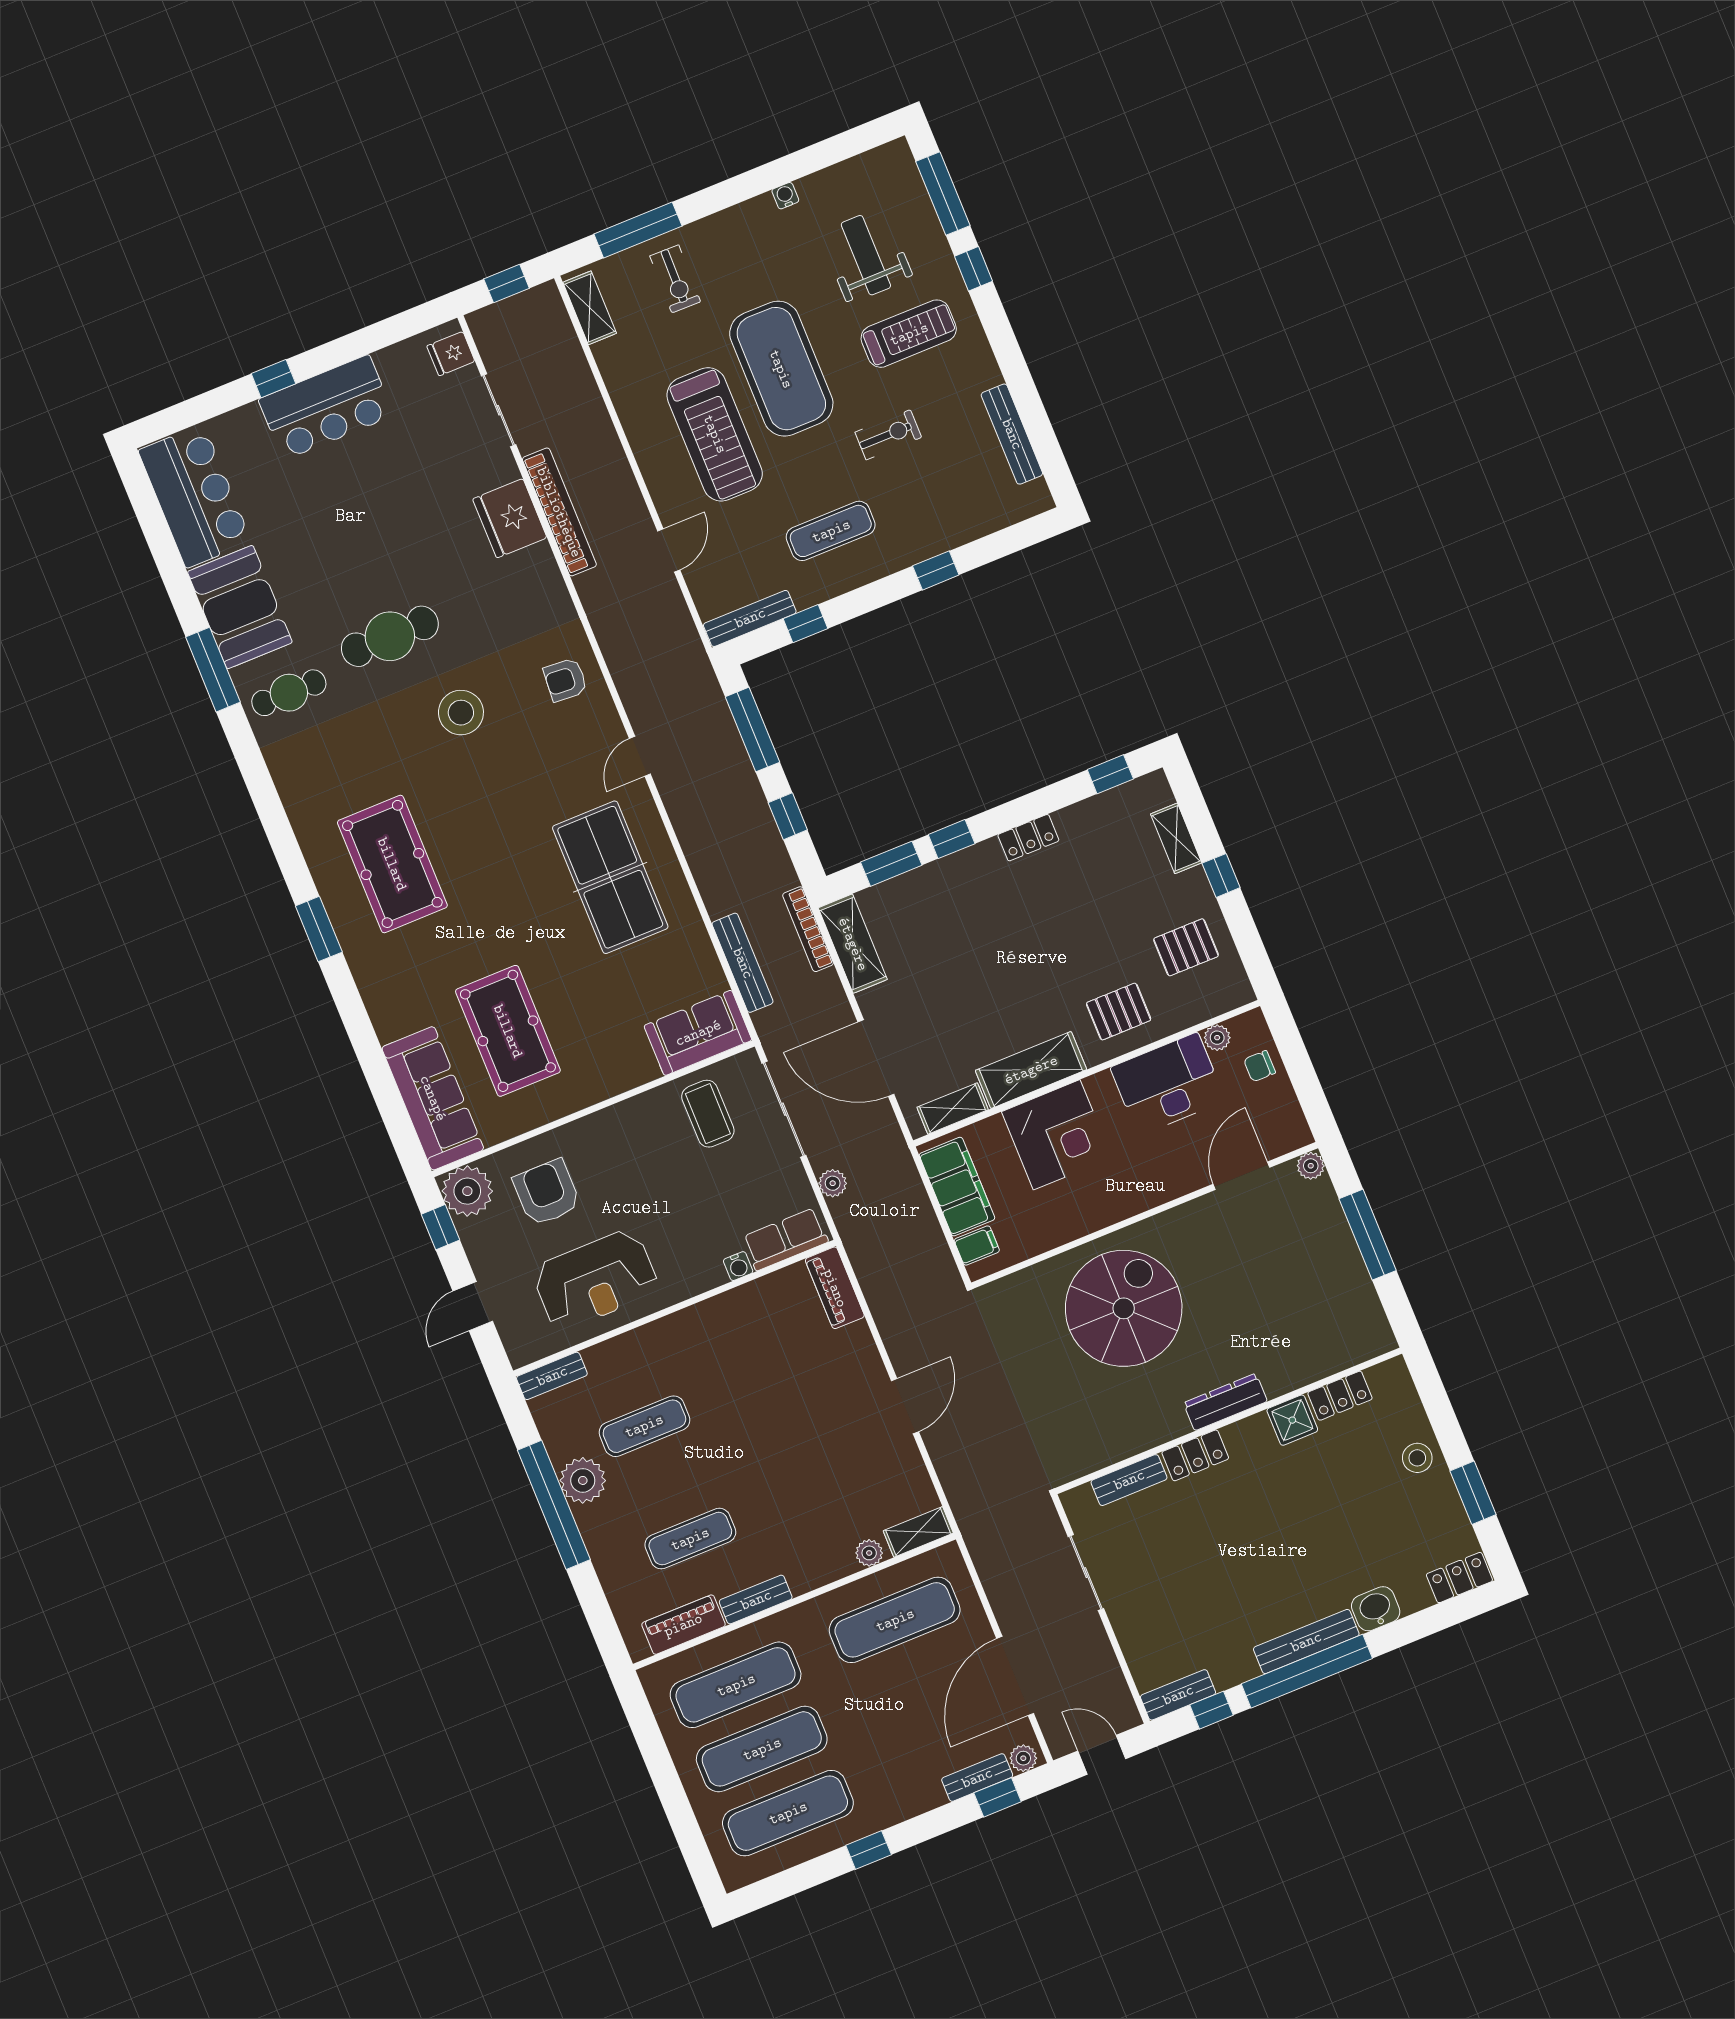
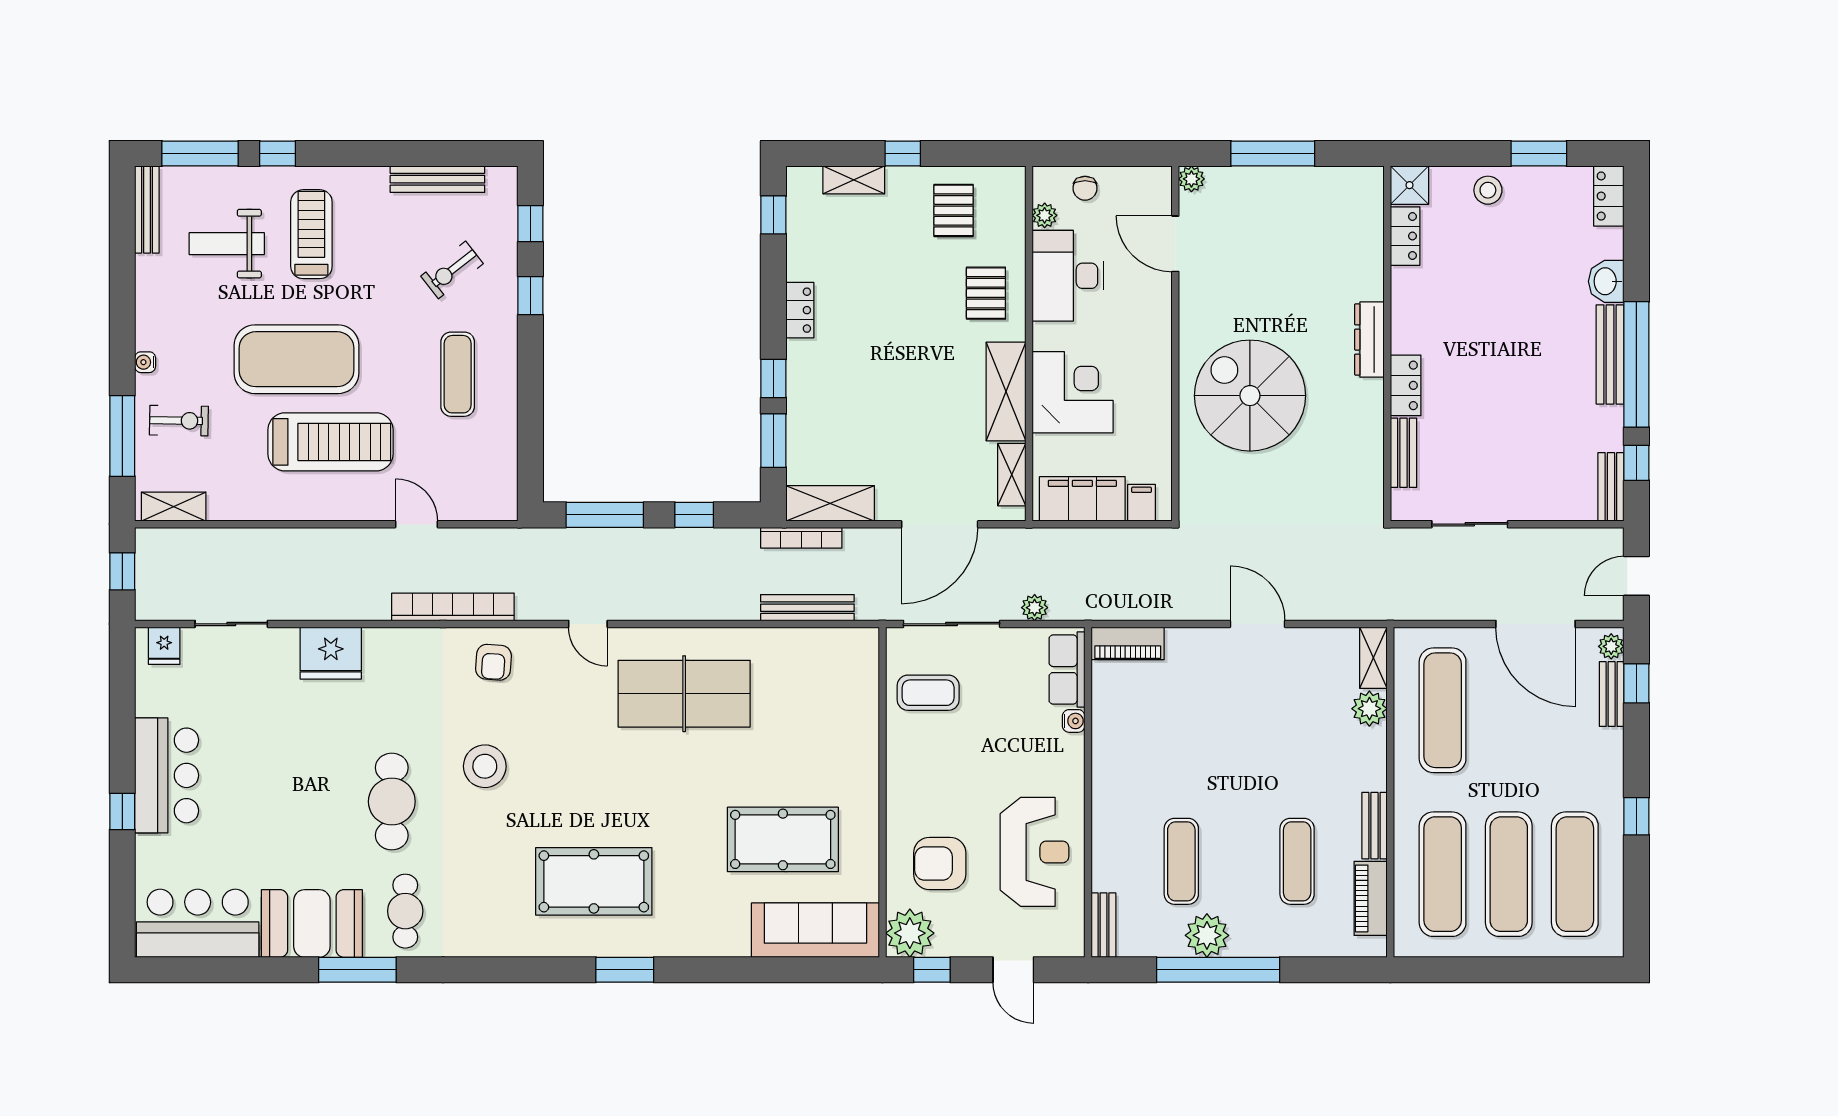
water cooler: (785, 196) -> (145, 362), moved
exercise bike: (888, 435) -> (452, 270), moved, turned -128
bookcase: (559, 512) -> (453, 607), moved
bench: (750, 618) -> (147, 210), moved
window: (806, 624) -> (530, 224), moved
sofa: (698, 1033) -> (853, 672), removed
shower: (1292, 1420) -> (1409, 185), moved
plant: (869, 1553) -> (1369, 709), width x1.38, depth x1.38

